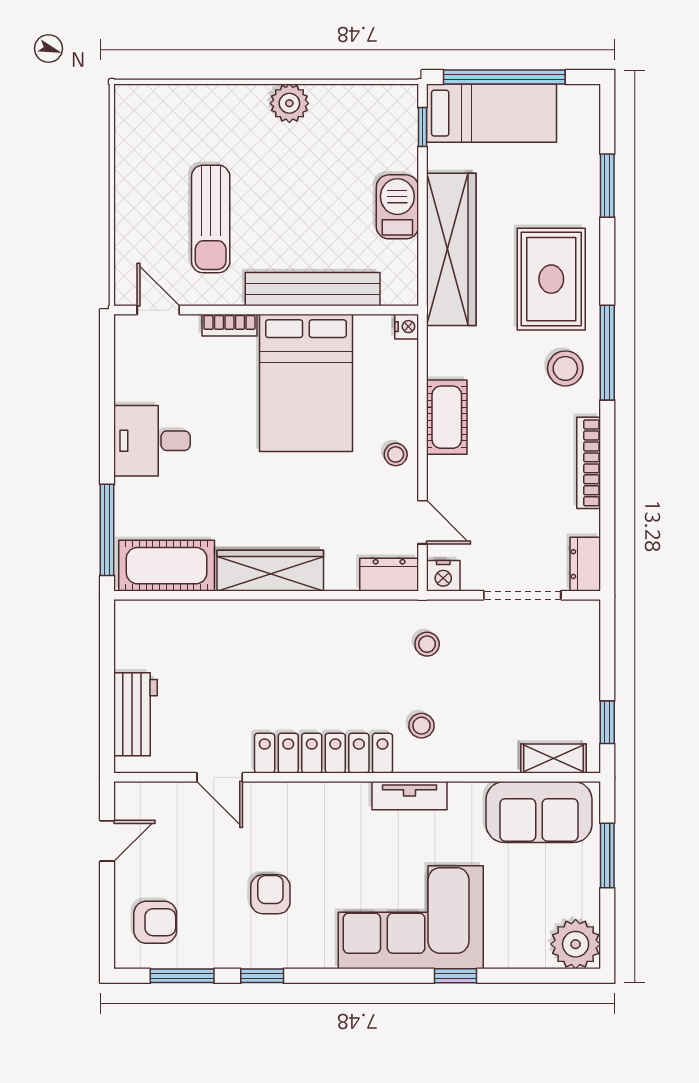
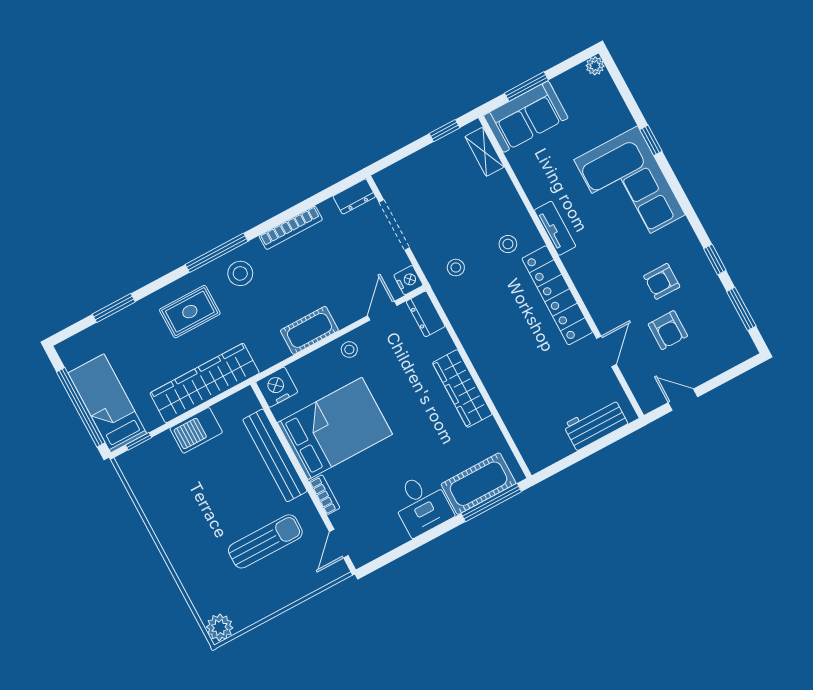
plant: (289, 103) -> (220, 627), moved
rug: (551, 279) -> (190, 312), width x0.73, depth x0.70
nightstand: (407, 327) -> (277, 387), width x1.89, depth x1.79
cot: (167, 566) -> (478, 484), moved, turned 90
sofa: (539, 812) -> (526, 117), moved, turned 90
armchair: (155, 922) -> (668, 330), moved, turned 180
plant: (576, 944) -> (595, 66), width x0.53, depth x0.53

